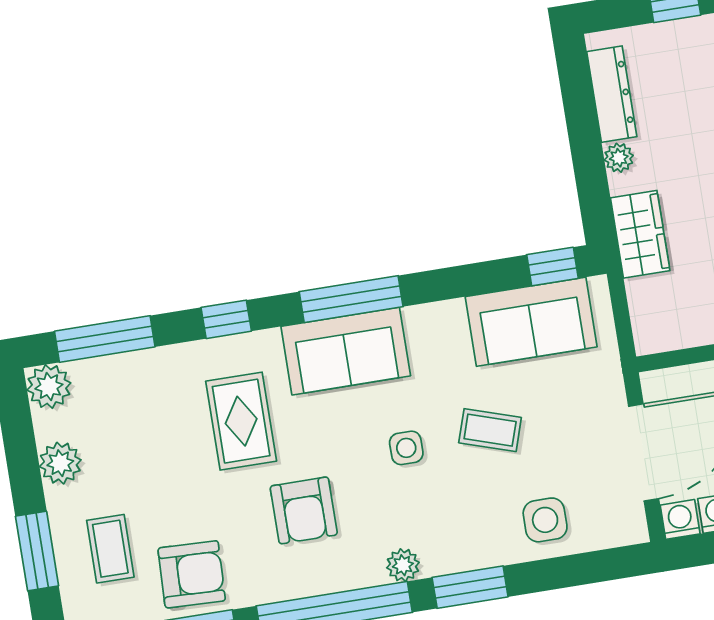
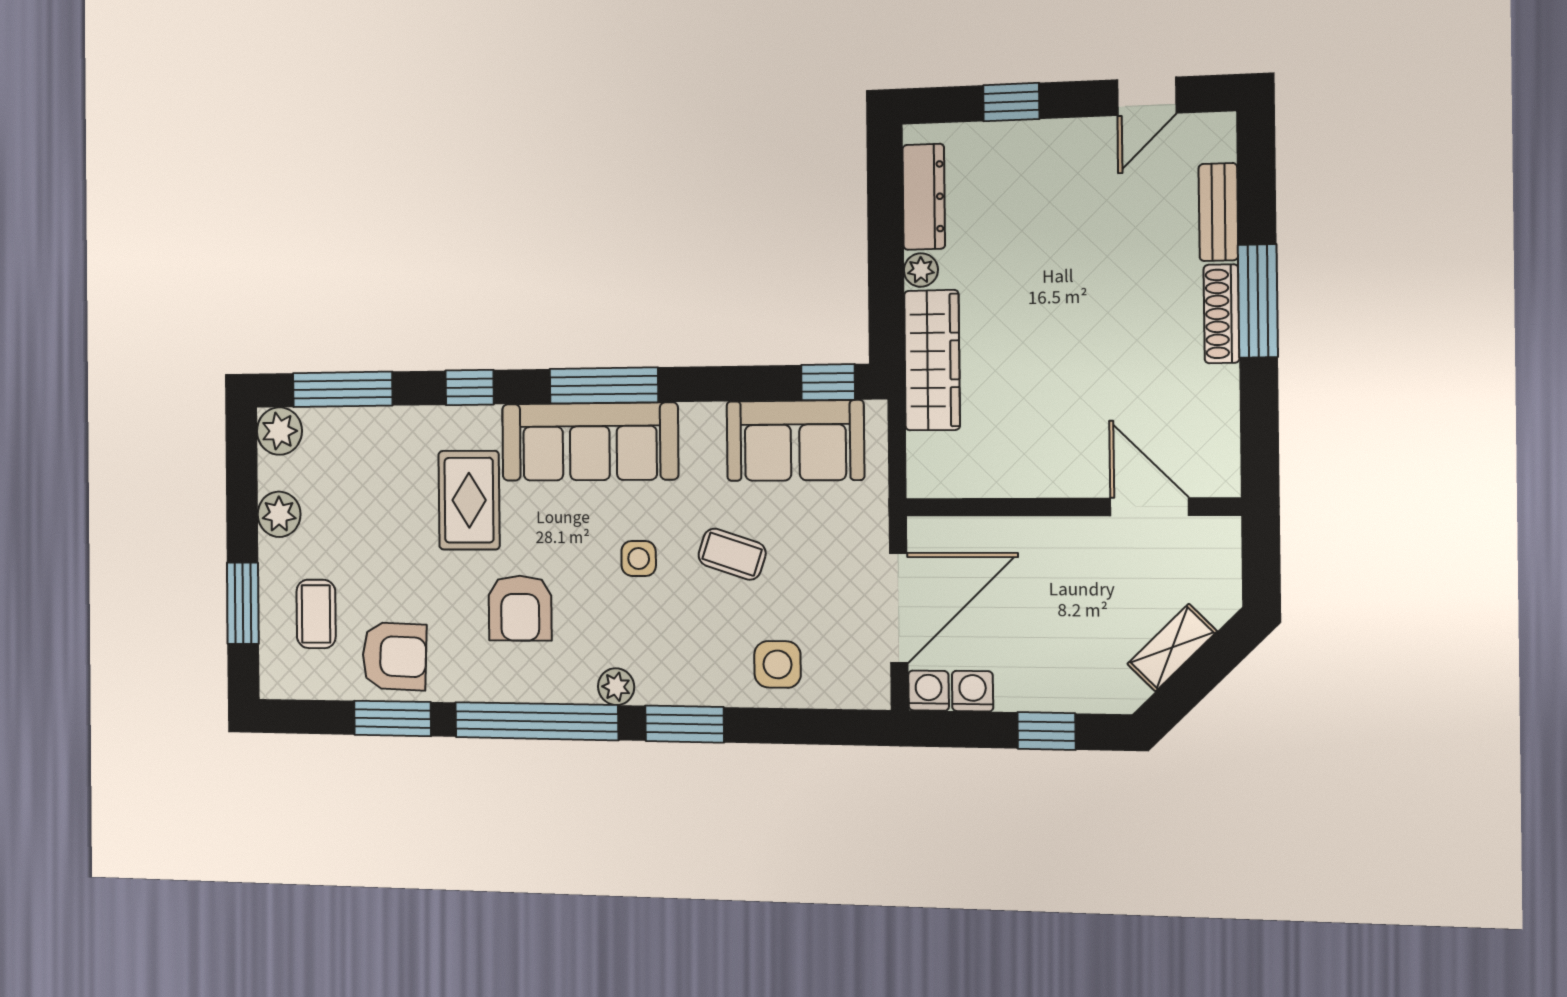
wardrobe: (640, 234) -> (932, 360), width x1.50
sofa: (346, 351) -> (590, 442), width x1.36

